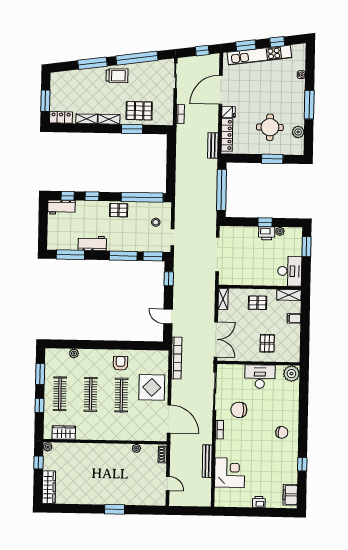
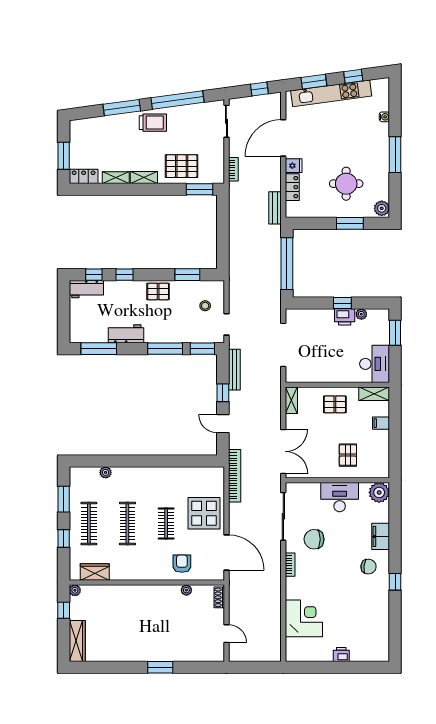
window: (132, 129) -> (200, 189), moved
plant: (298, 132) -> (382, 208), moved
locker: (227, 135) -> (292, 187), width x0.66
window: (142, 197) -> (187, 275), width x0.47
window: (169, 279) -> (223, 393), moved
armchair: (121, 363) -> (182, 564), moved
clothes rail: (121, 395) -> (166, 524), width x0.73
bench: (207, 461) -> (234, 370), moved
window: (302, 464) -> (395, 582), moved
filing cabinet: (290, 495) -> (381, 536), moved

